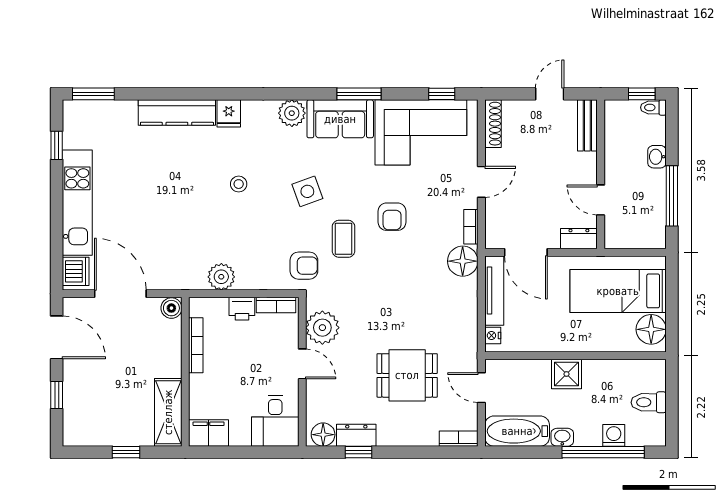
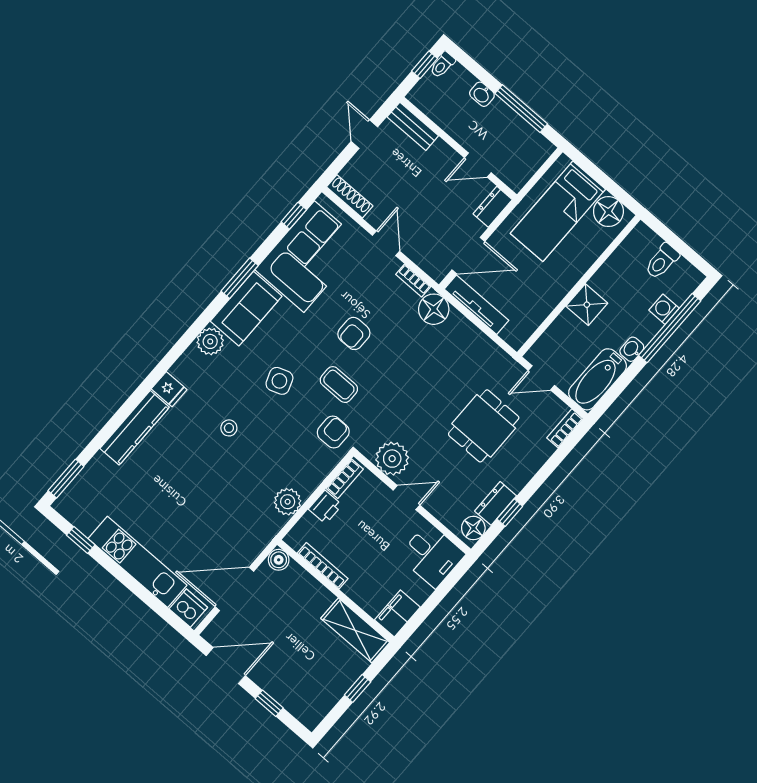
armchair: (392, 217) -> (354, 333), turned 90
nightstand: (493, 336) -> (509, 335), removed

